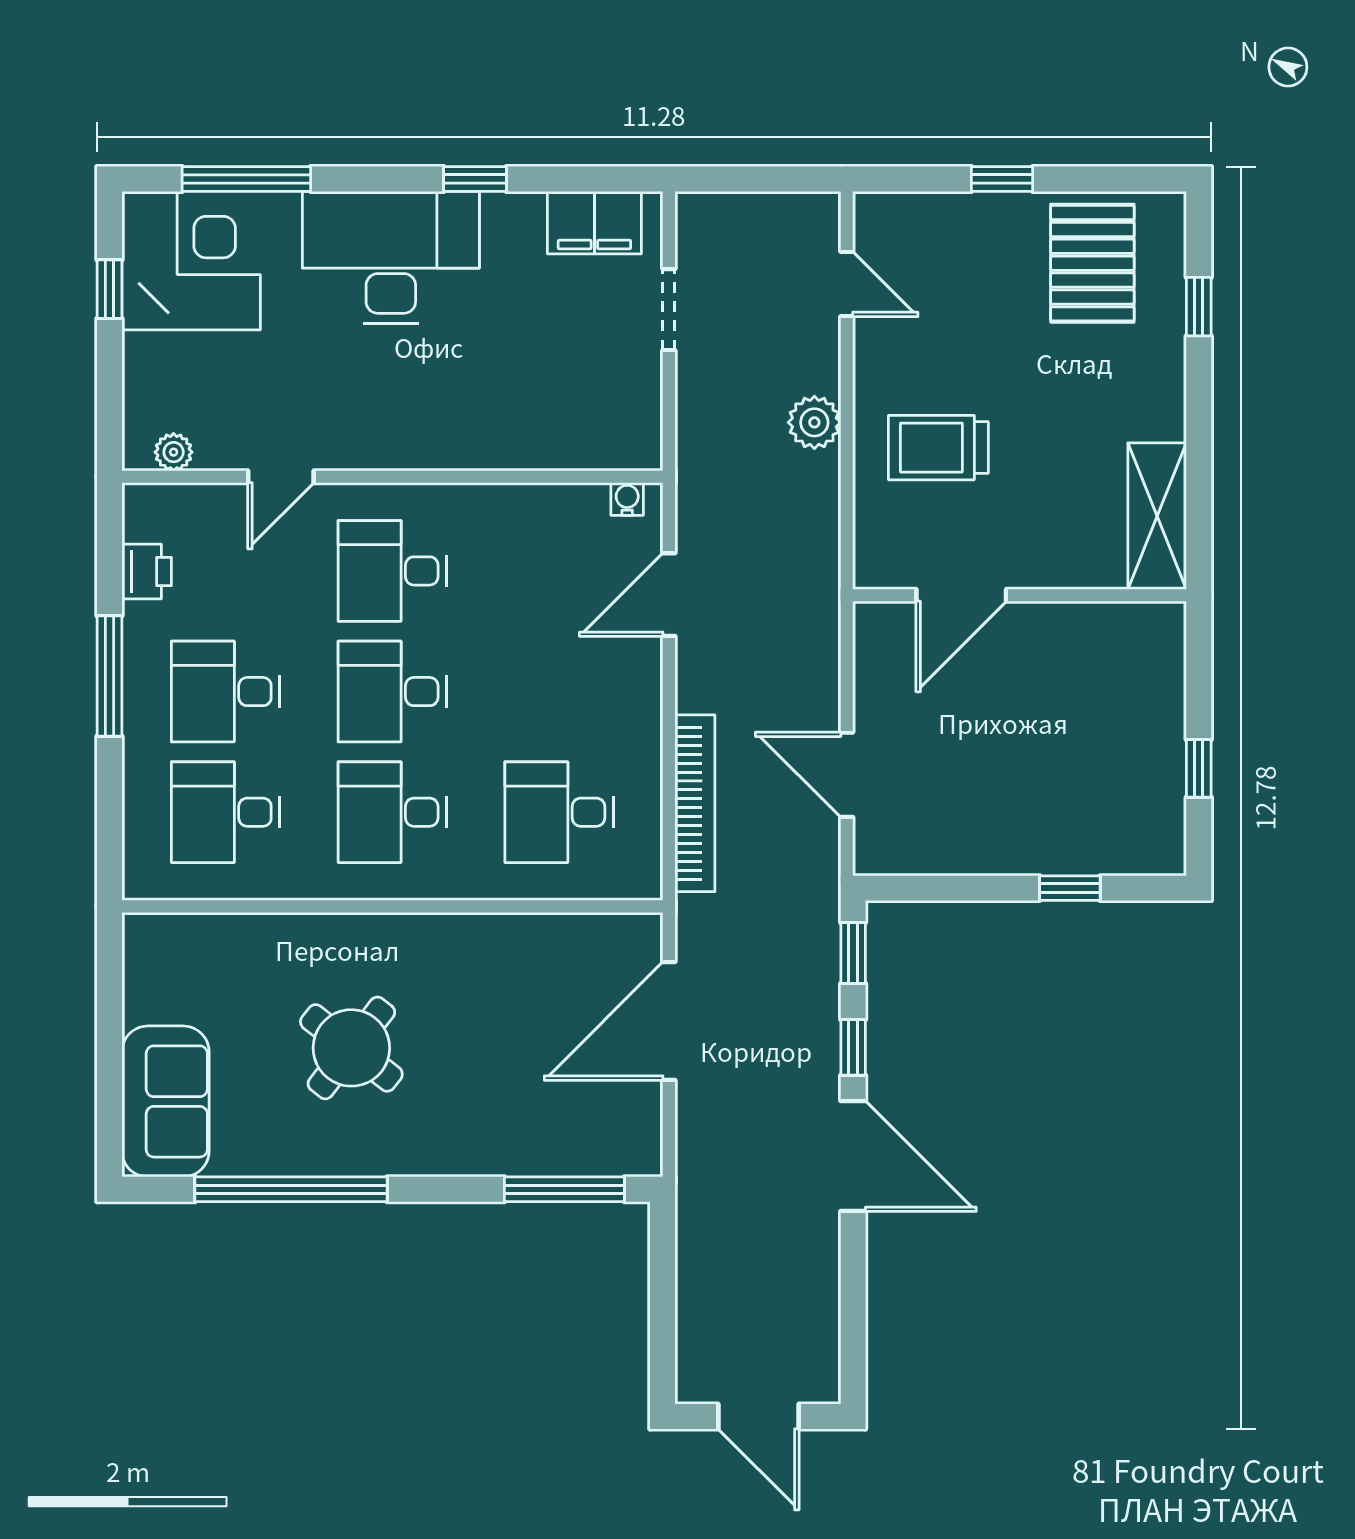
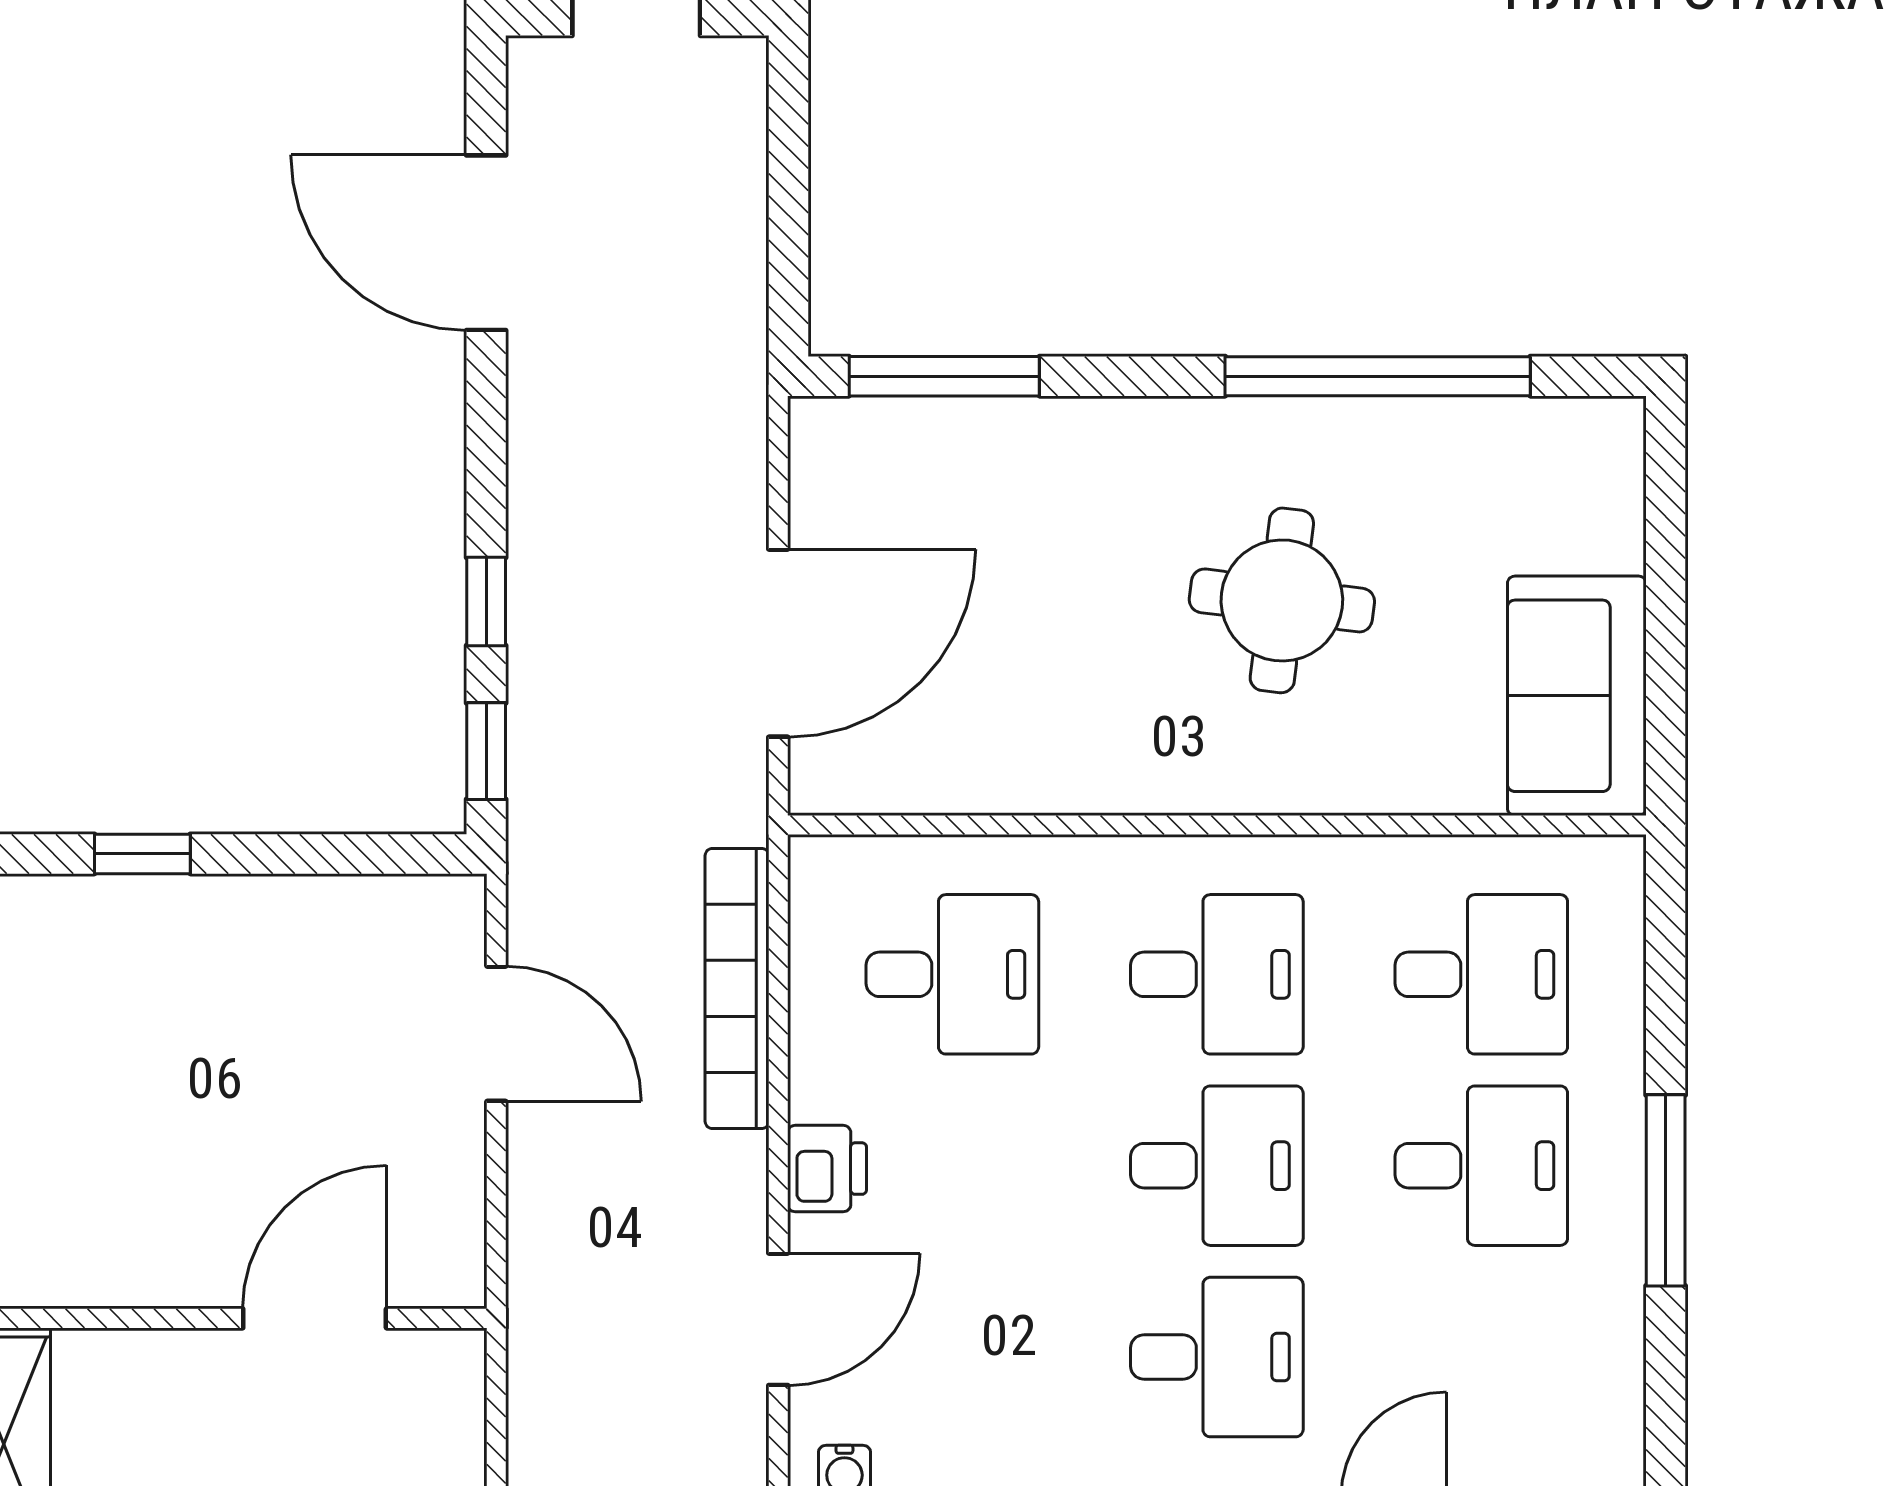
printer: (147, 571) -> (827, 1169), moved, turned 180
round table: (351, 1048) -> (1282, 600), turned -31
sofa: (165, 1101) -> (1577, 696), moved
door: (853, 1156) -> (486, 243), moved

